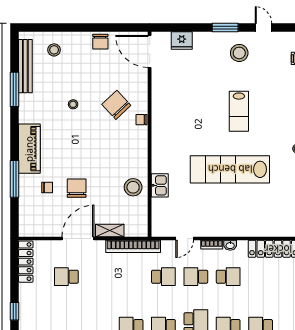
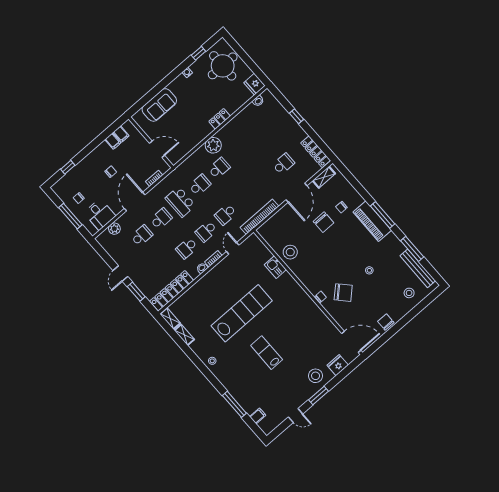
stool: (239, 53) -> (316, 376), moved
window: (15, 179) -> (383, 215), moved
shelving: (110, 231) -> (324, 177), moved
school desk: (196, 277) -> (206, 231), turned 180

